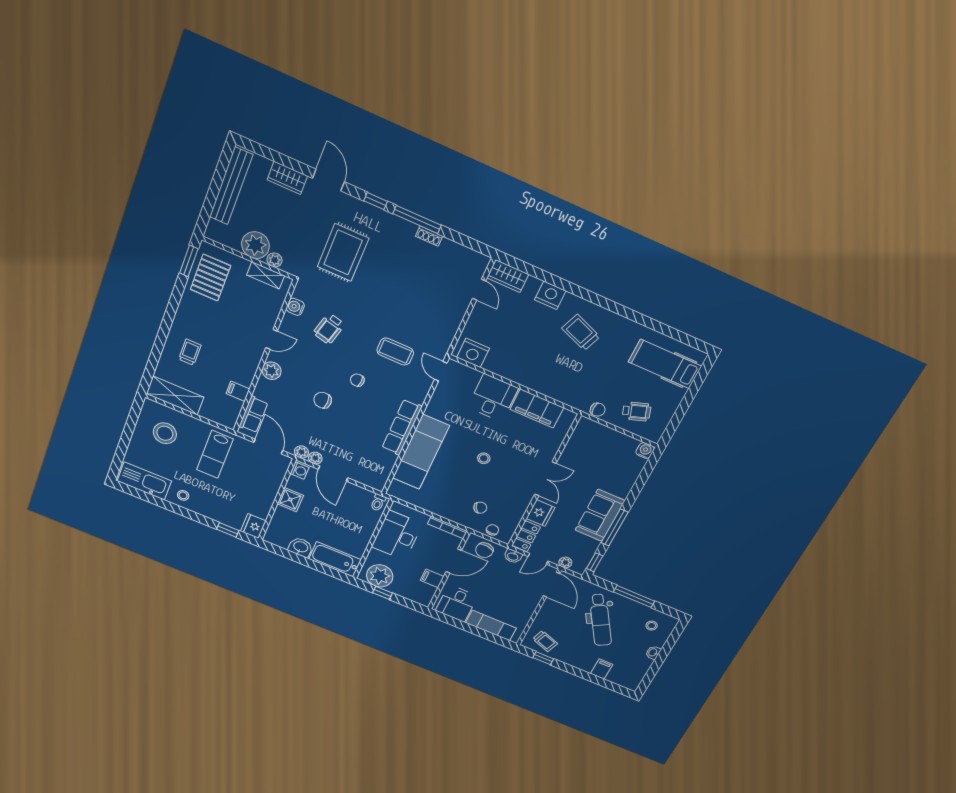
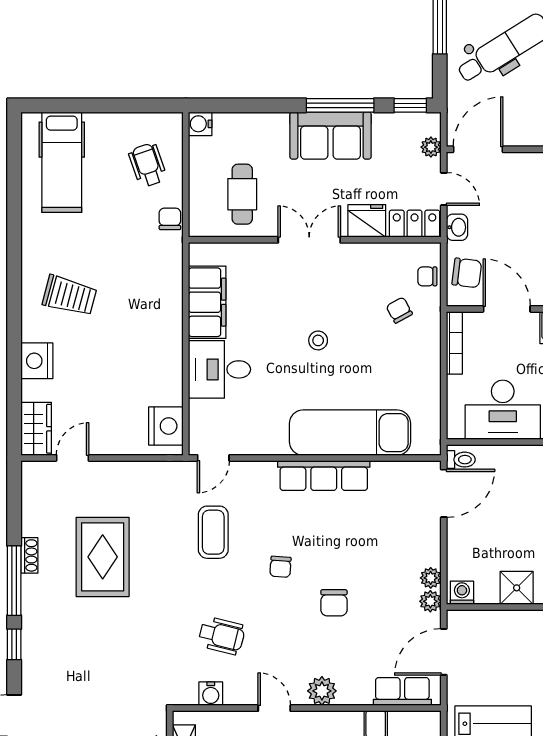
rug: (343, 252) -> (103, 557), moved, turned 90
trolley: (581, 332) -> (70, 296), turned -96
cafe table: (591, 455) -> (242, 194), added
door: (333, 473) -> (444, 493), moved

